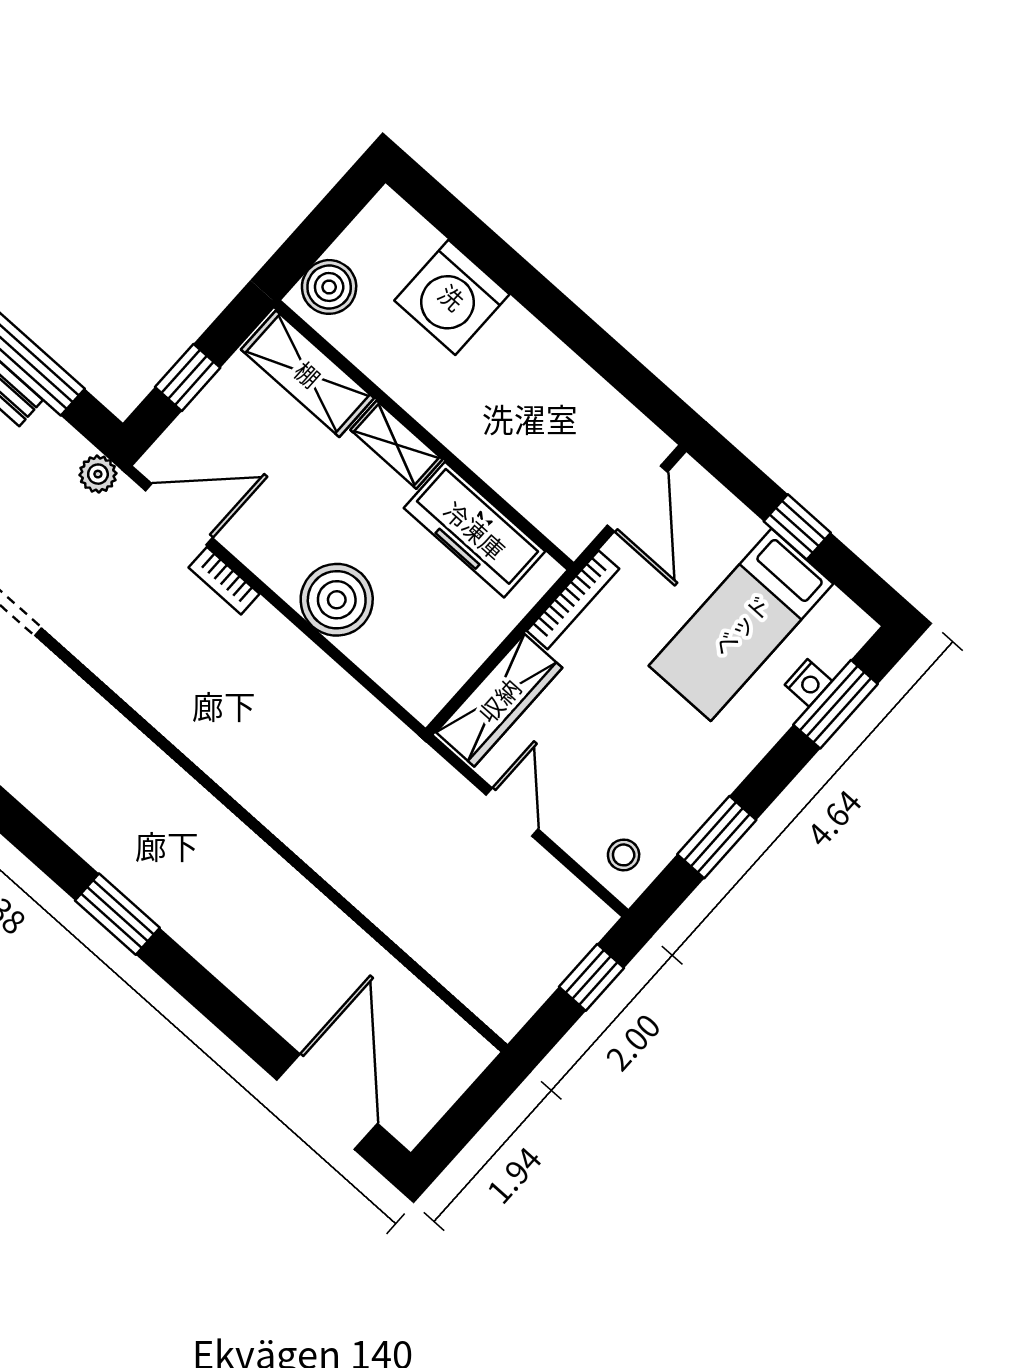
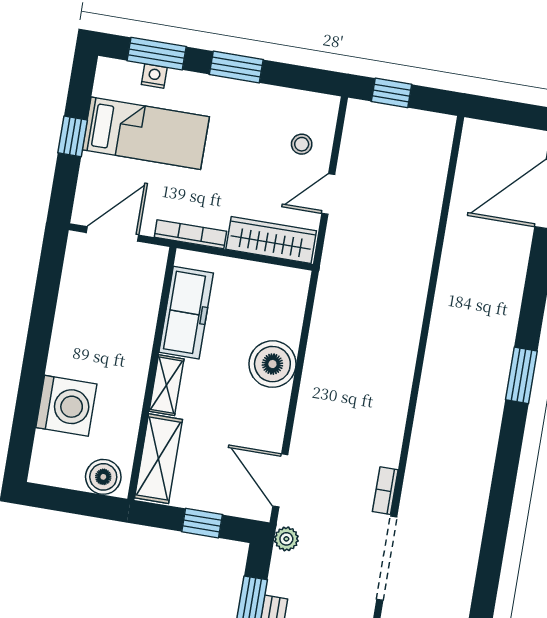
bookcase: (224, 581) -> (385, 491), moved, turned 180
window: (717, 837) -> (236, 67), moved
stool: (624, 855) -> (302, 144), moved

